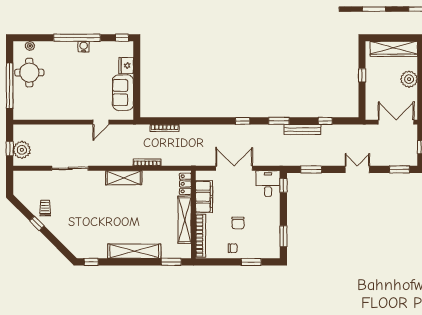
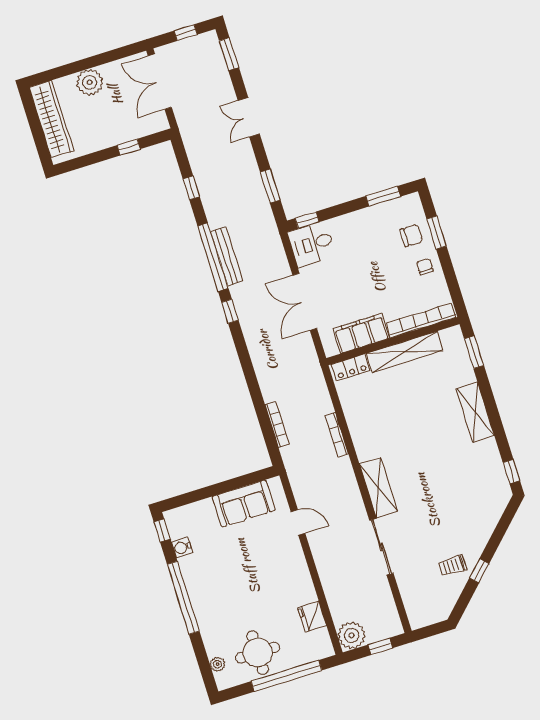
water cooler: (84, 47) -> (182, 548), moved
fridge: (126, 65) -> (312, 617), moved, turned 90
window: (362, 75) -> (129, 147), moved
window: (279, 121) -> (213, 257), width x2.11
bench: (302, 129) -> (227, 256), moved
plant: (22, 150) -> (352, 635), moved
shelving: (124, 178) -> (378, 488), moved
chair: (238, 223) -> (411, 236), moved
shelving: (134, 251) -> (475, 412), width x0.68

